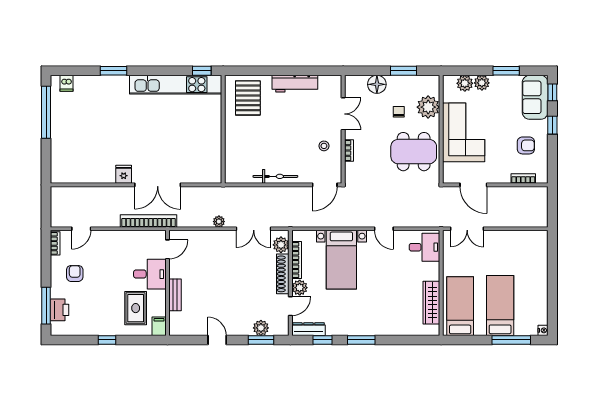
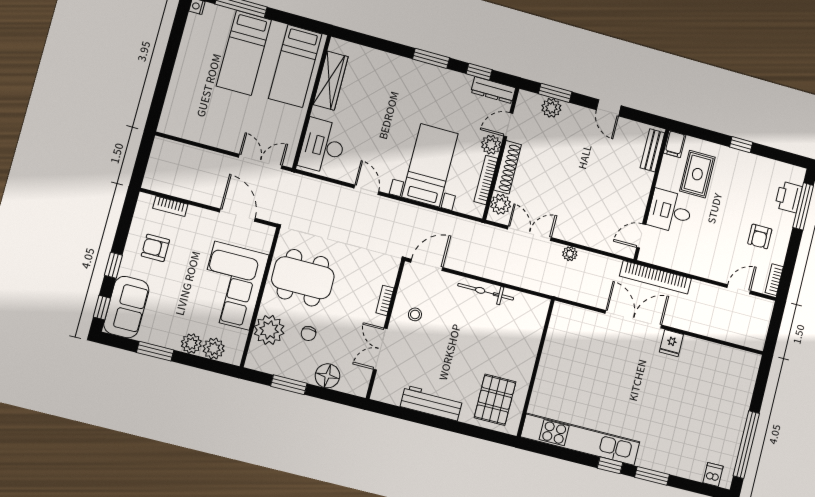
window: (202, 71) -> (610, 465), moved
desk: (425, 247) -> (323, 146), width x1.37
bench: (175, 295) -> (652, 150), moved

